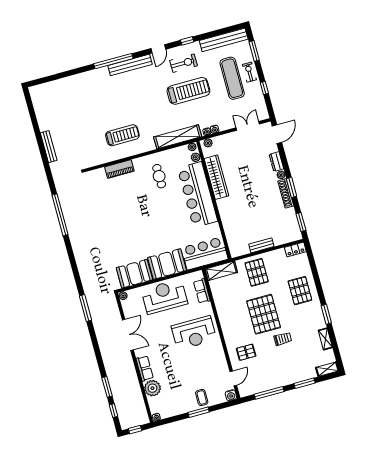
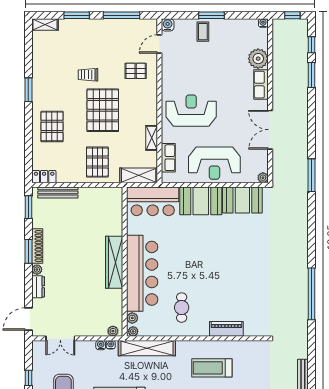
wardrobe: (216, 177) -> (114, 262), moved
bench: (261, 245) -> (58, 192), moved, width x1.36
shelving: (325, 339) -> (152, 138), moved

